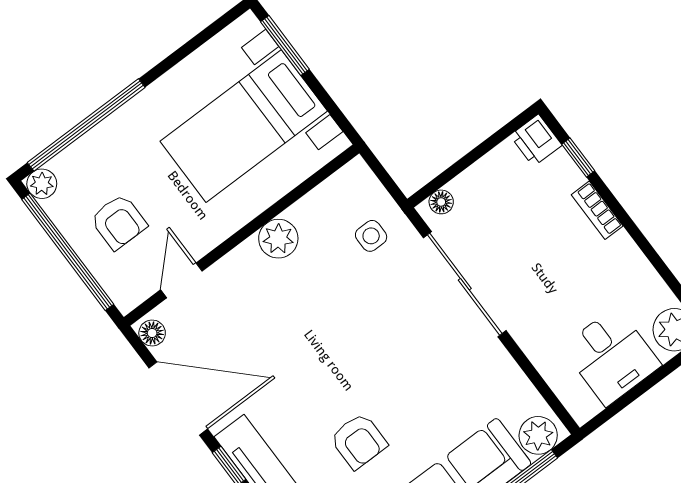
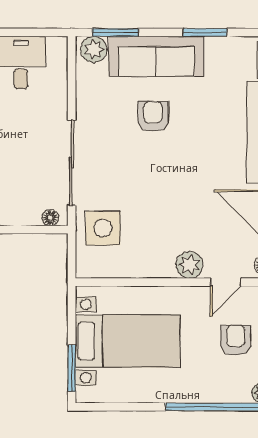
side table: (371, 236) -> (103, 228), width x1.87, depth x1.87
plant: (278, 239) -> (189, 265), moved
armchair: (359, 441) -> (153, 116), moved

